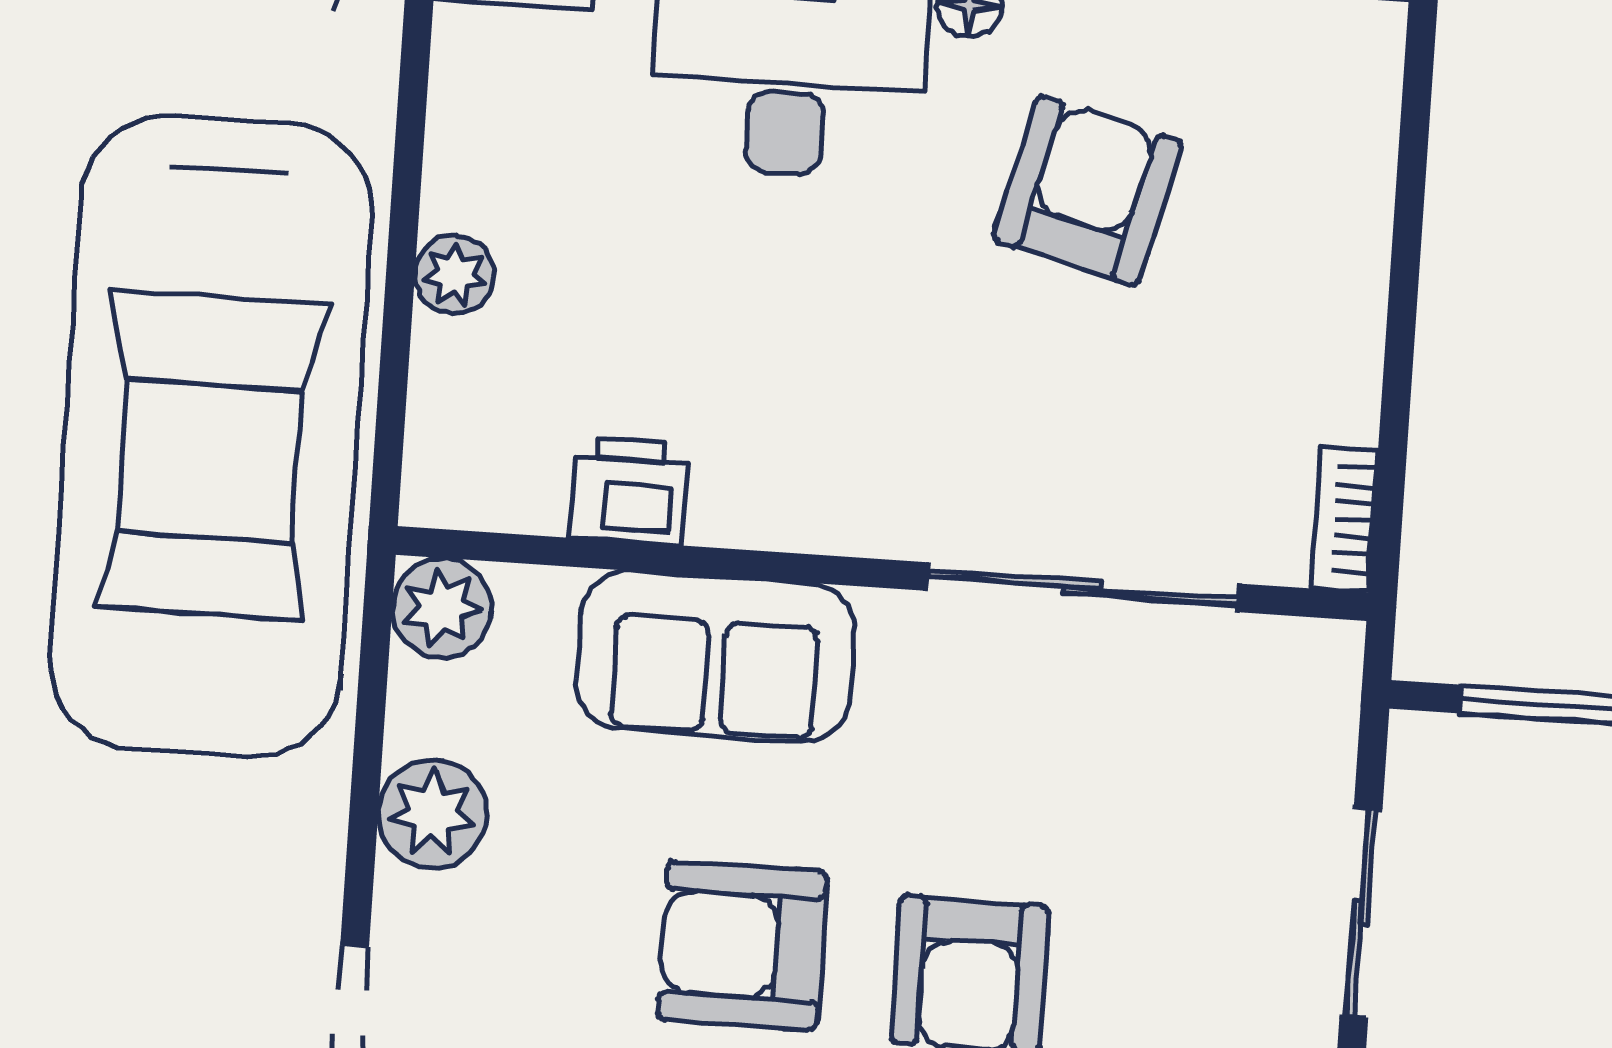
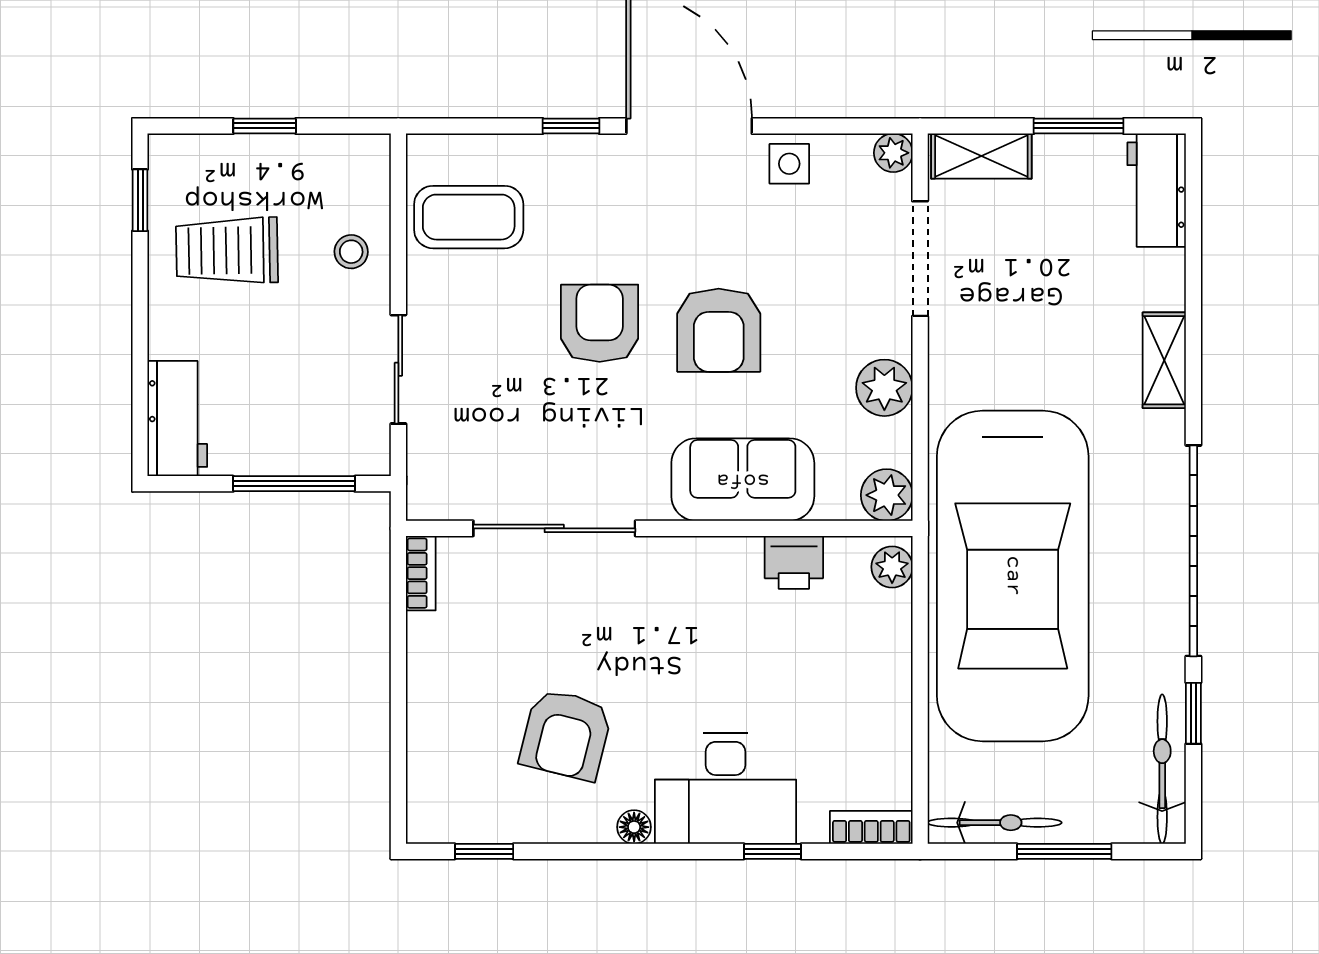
plant: (454, 275) -> (892, 567), moved
car: (211, 436) -> (1013, 576), turned 180
armchair: (742, 946) -> (719, 330), turned 90

